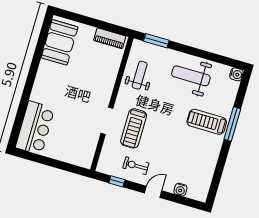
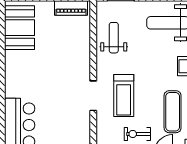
exercise mat: (172, 155) -> (173, 112), added

